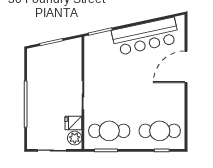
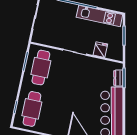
dresser: (102, 38) -> (118, 78), added
kitchen unit: (34, 76) -> (99, 16), added
fridge: (73, 123) -> (100, 50), moved
plant: (75, 138) -> (41, 38), removed

